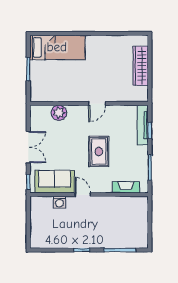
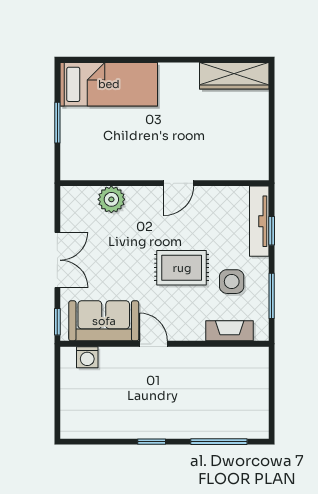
wardrobe: (141, 66) -> (234, 76), moved, turned -90
rug: (99, 151) -> (182, 268), turned 90
side table: (127, 159) -> (232, 282), added
washing machine: (59, 202) -> (87, 357), moved

